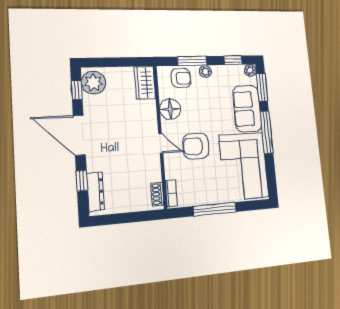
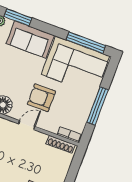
window: (267, 132) -> (86, 43), moved
armchair: (196, 146) -> (41, 98), turned 90
shoe rack: (157, 194) -> (61, 144), width x1.43

